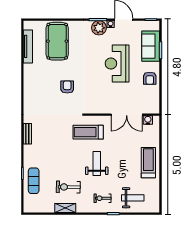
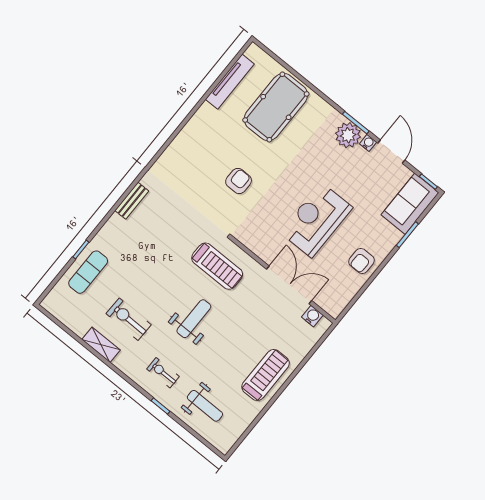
sofa: (151, 46) -> (410, 204), moved
reception desk: (117, 63) -> (316, 220), moved
double door: (127, 115) -> (289, 285), swing flipped
treadmill: (88, 132) -> (217, 266), turned 180

